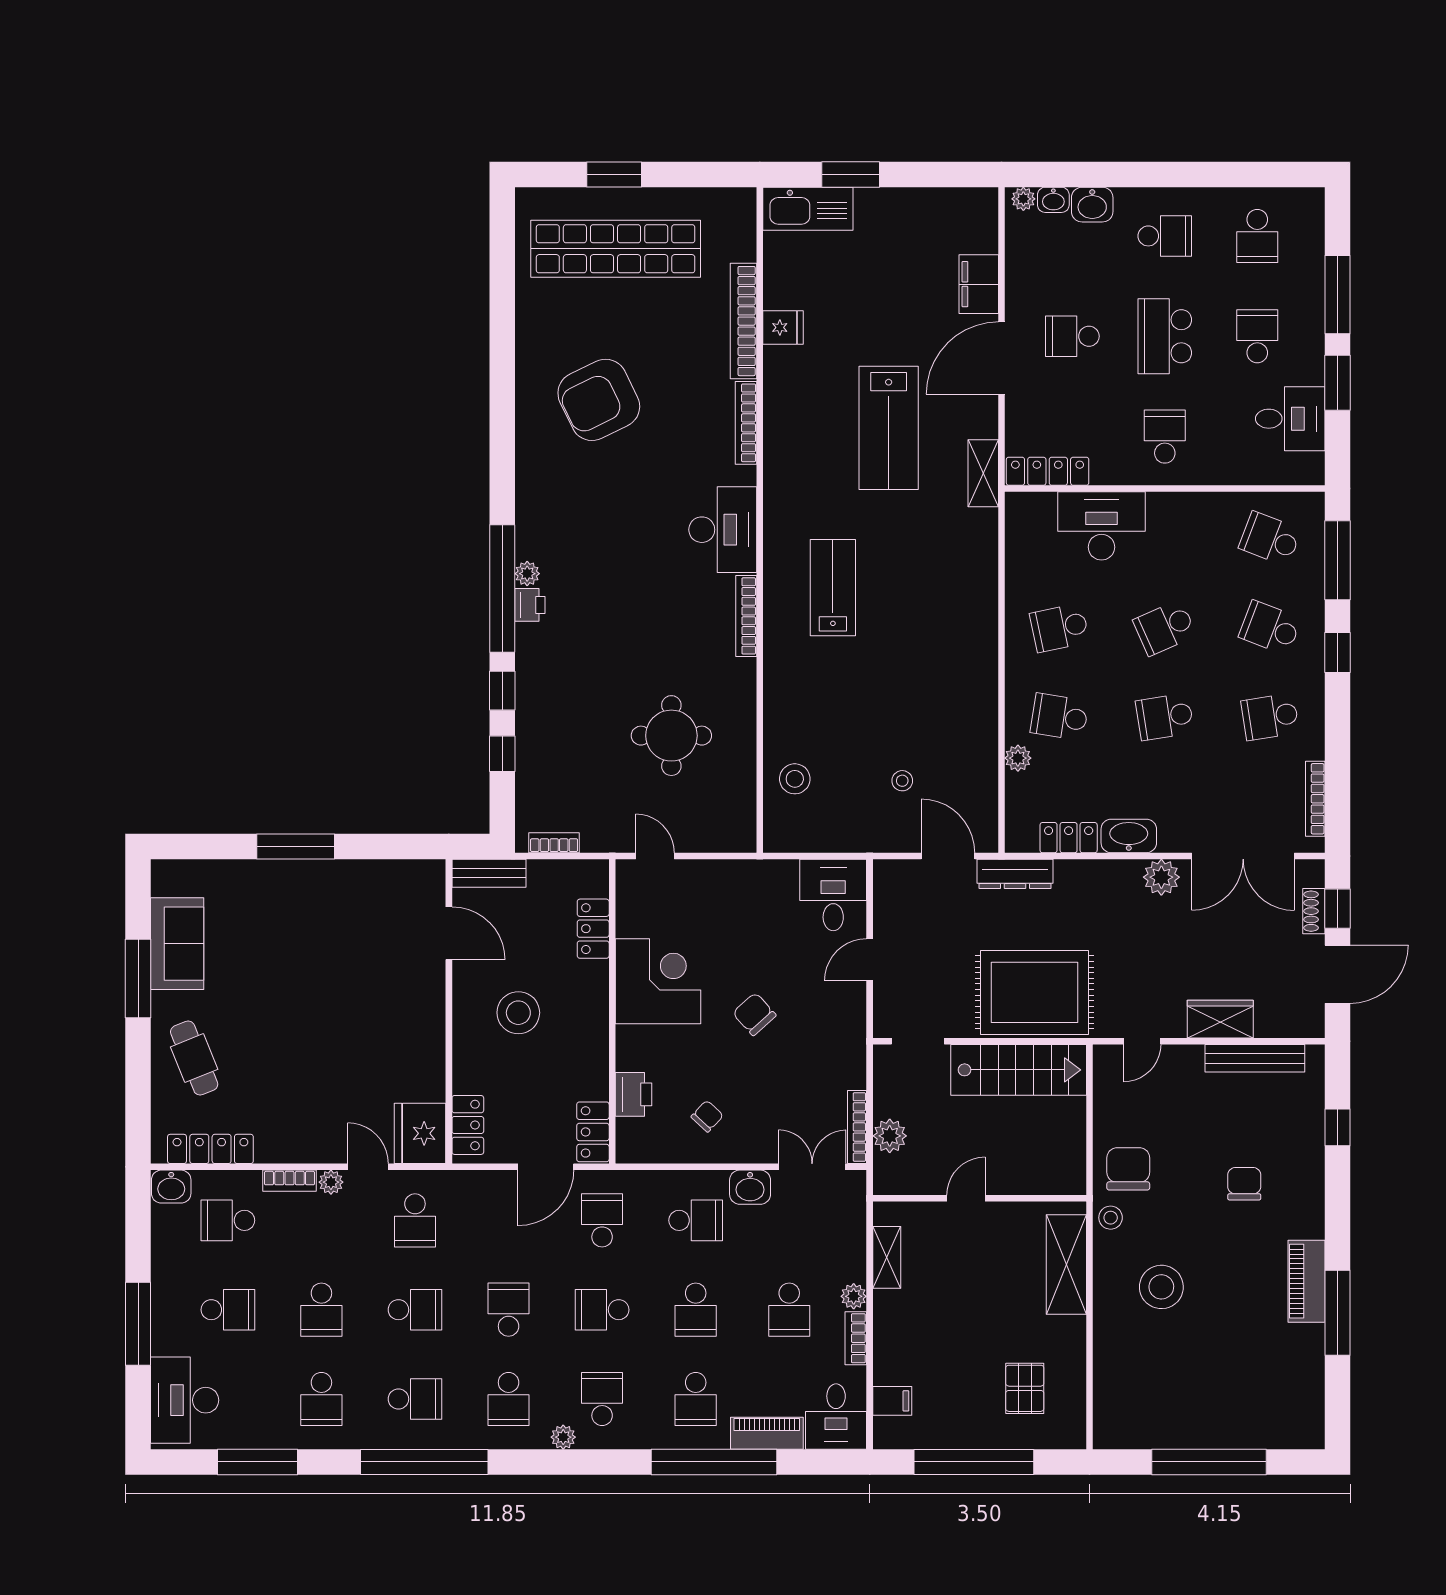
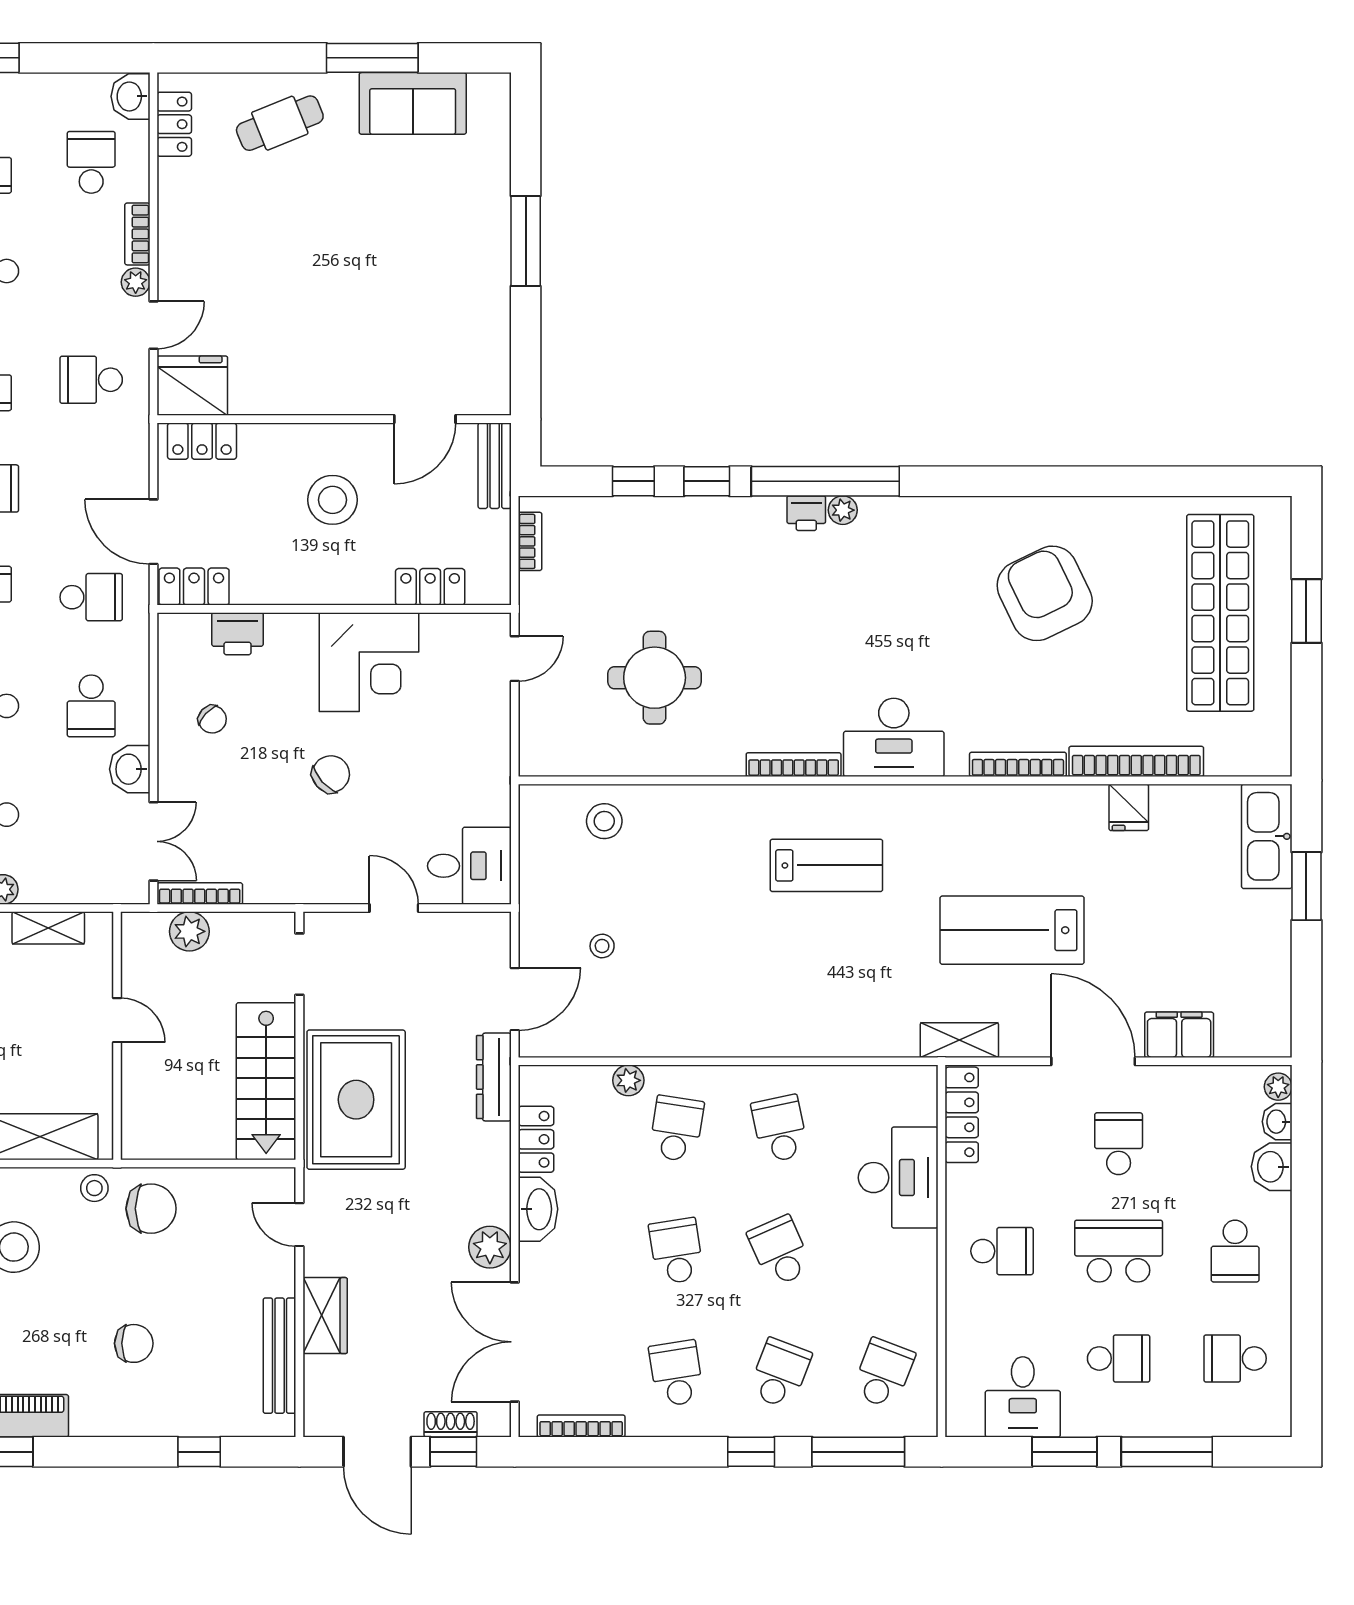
locker: (210, 1149) -> (174, 124), width x0.66

